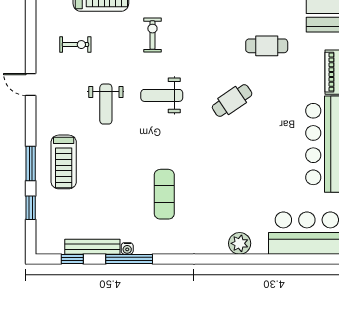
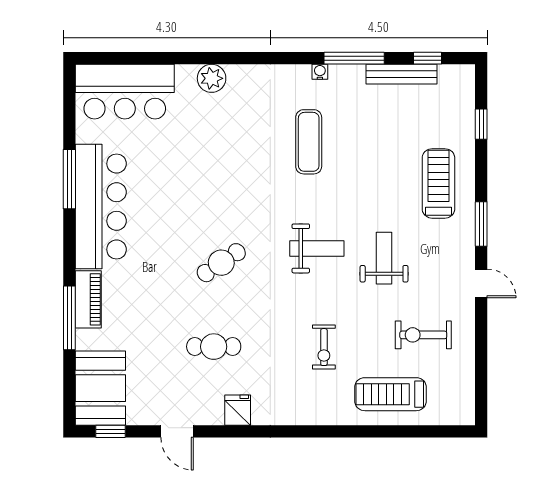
exercise bike: (75, 45) -> (423, 335), width x1.38, depth x1.39
cafe table: (267, 46) -> (214, 347), moved
weight bench: (162, 95) -> (317, 248), moved
window: (31, 164) -> (481, 224), moved
water cooler: (127, 248) -> (320, 72), moved

